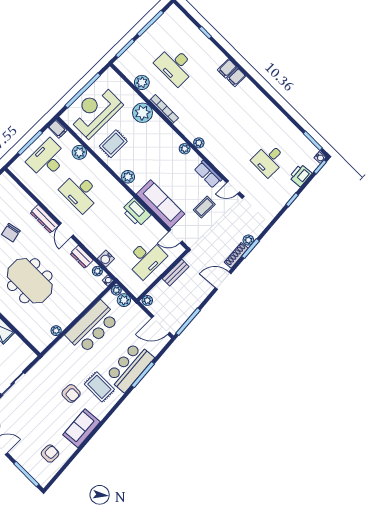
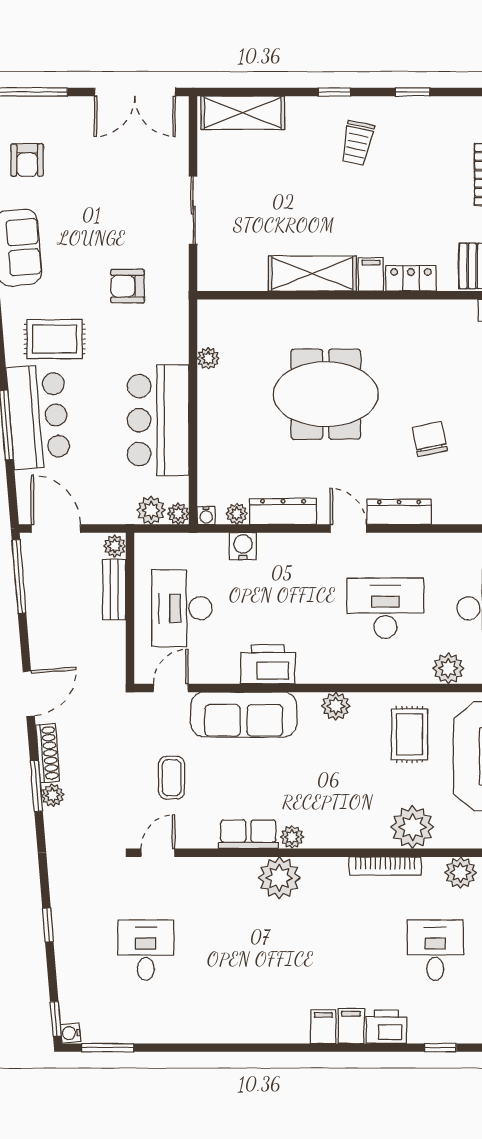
desk: (175, 66) -> (435, 950), width x0.73
plant: (199, 143) -> (279, 878), width x1.87, depth x1.87
row of seats: (208, 174) -> (248, 834), moved
printer: (300, 175) -> (386, 1027), moved, turned -85
dresser: (82, 257) -> (283, 511), width x1.44
bench: (176, 273) -> (114, 590), moved
door: (161, 325) -> (56, 529), hinge flipped
armchair: (71, 393) -> (128, 286), moved

